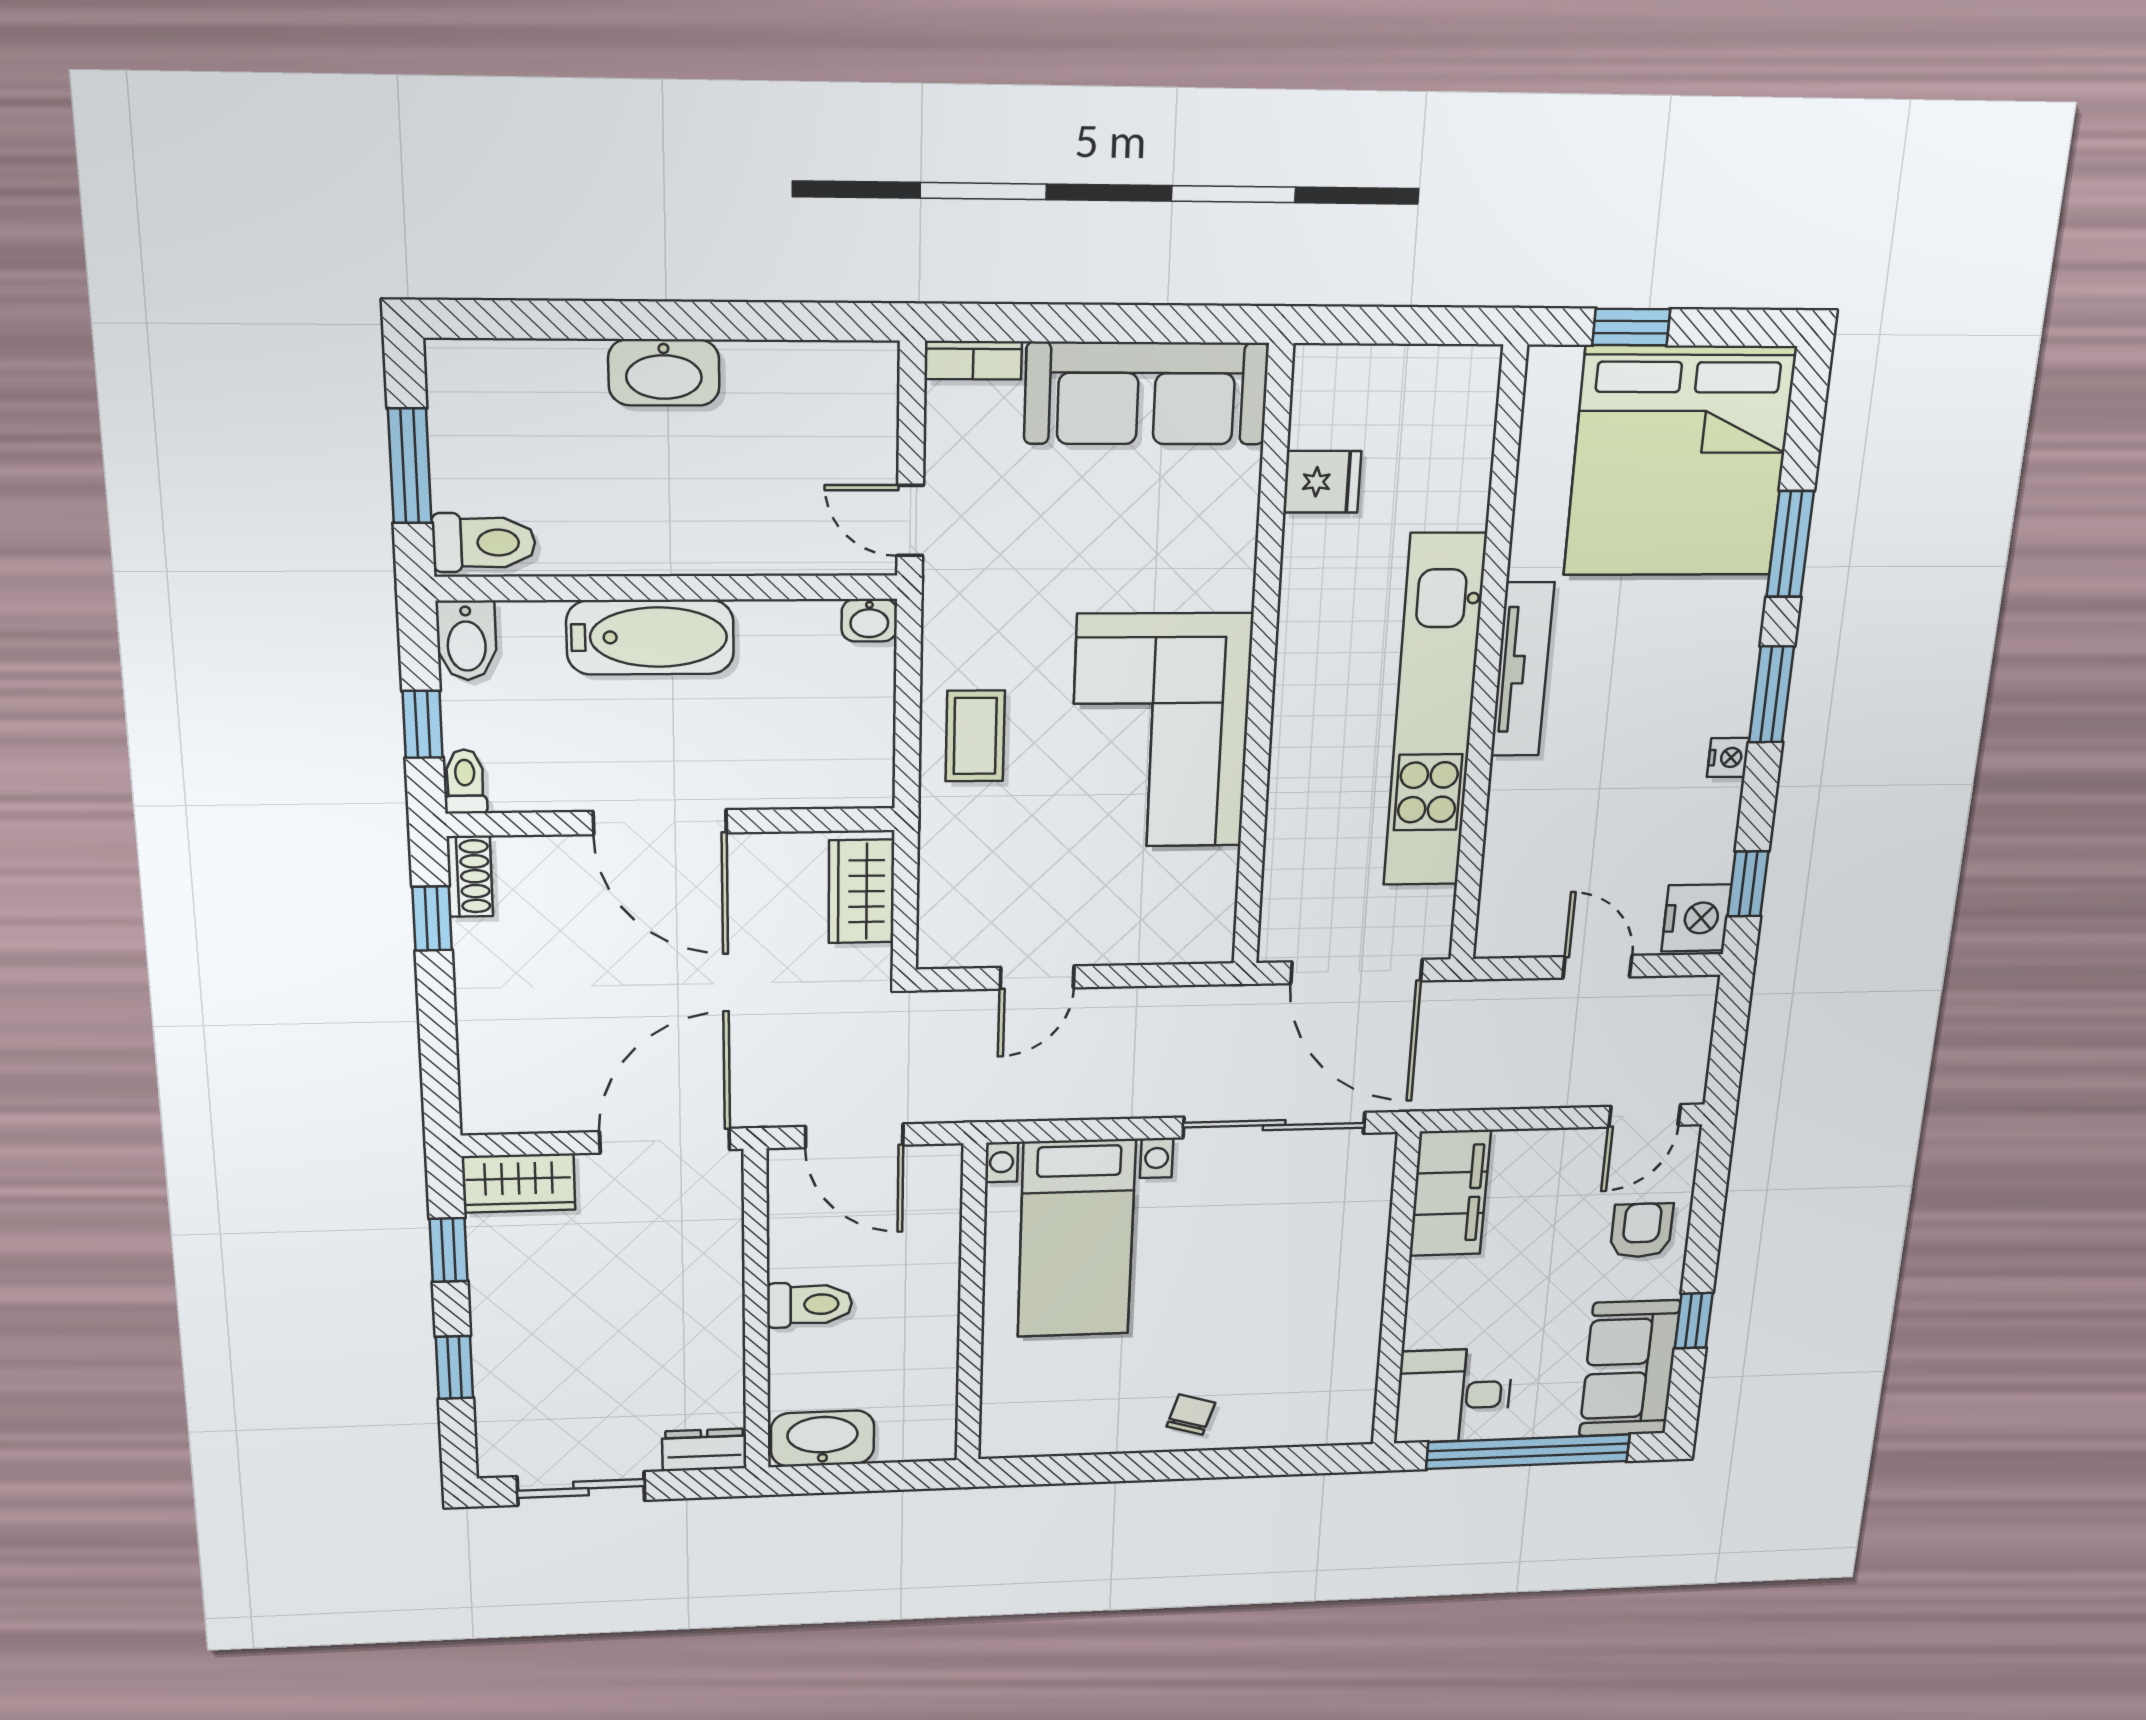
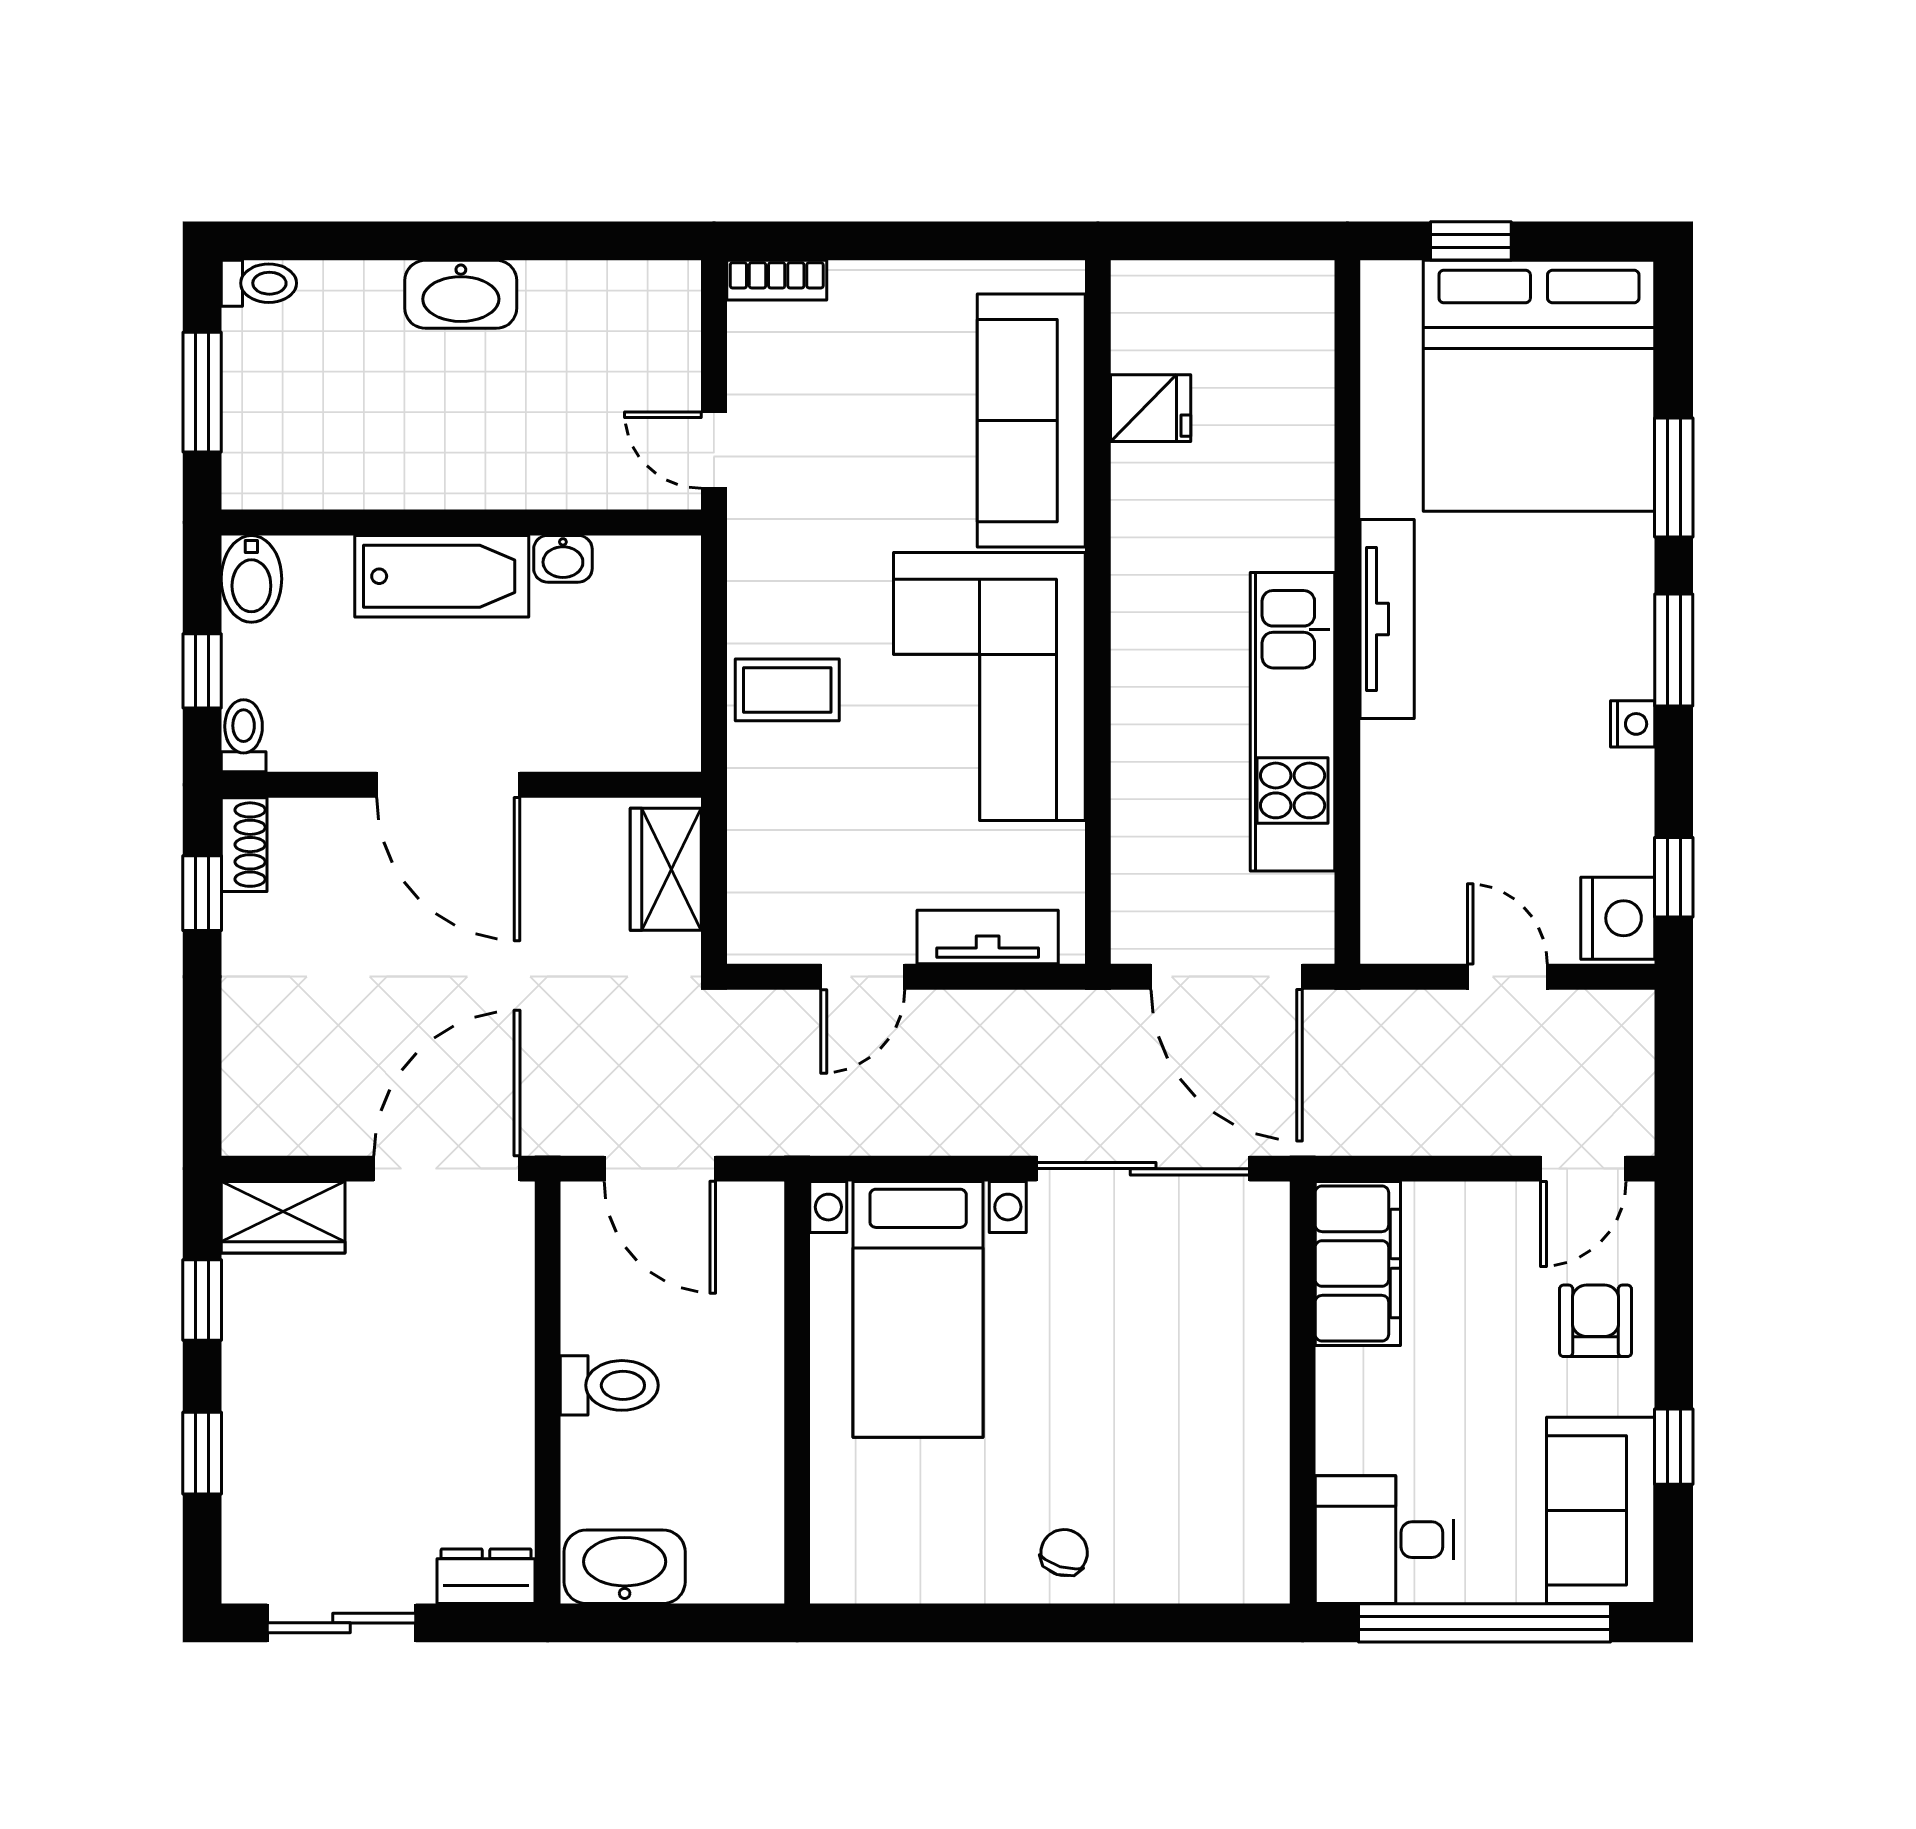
sofa: (1146, 393) -> (1031, 421), moved, turned 90
toilet: (484, 543) -> (259, 283), moved, width x0.73, depth x0.72
washbasin: (869, 620) -> (563, 559), moved
kitchen unit: (1434, 712) -> (1293, 722), width x0.73
coffee table: (975, 736) -> (787, 690), turned 90
tv unit: (1149, 943) -> (988, 937), added

